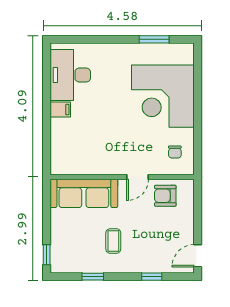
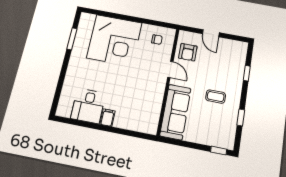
desk: (70, 75) -> (88, 106), width x0.73
door: (198, 256) -> (211, 33), moved

